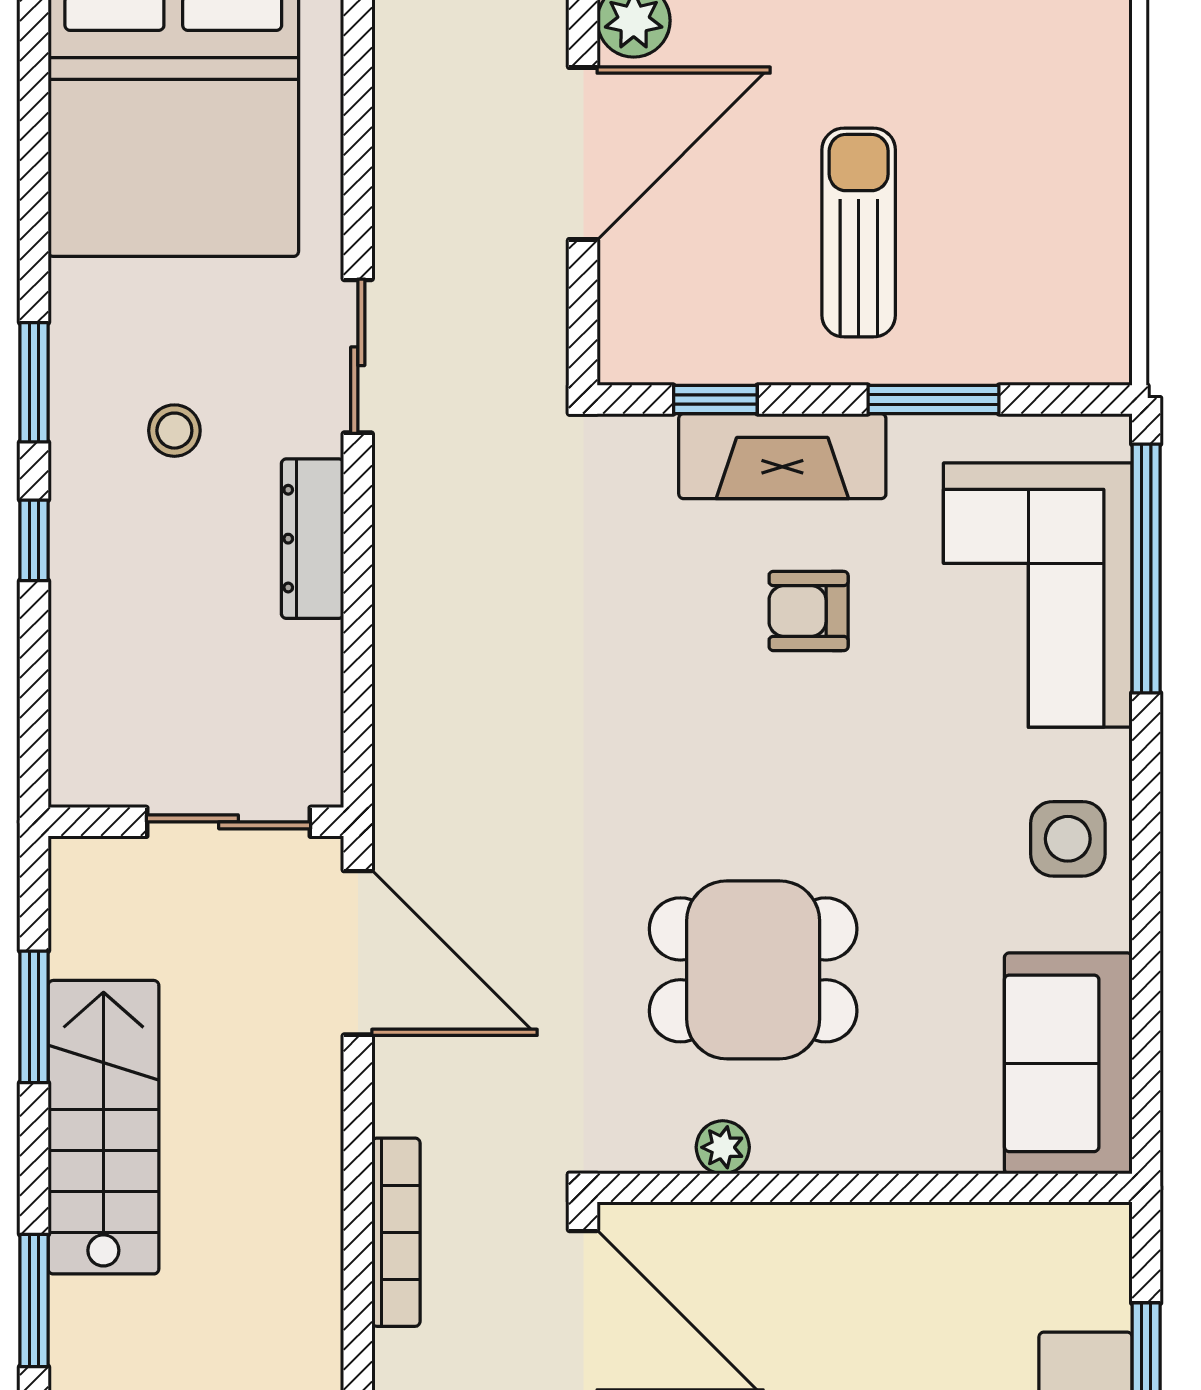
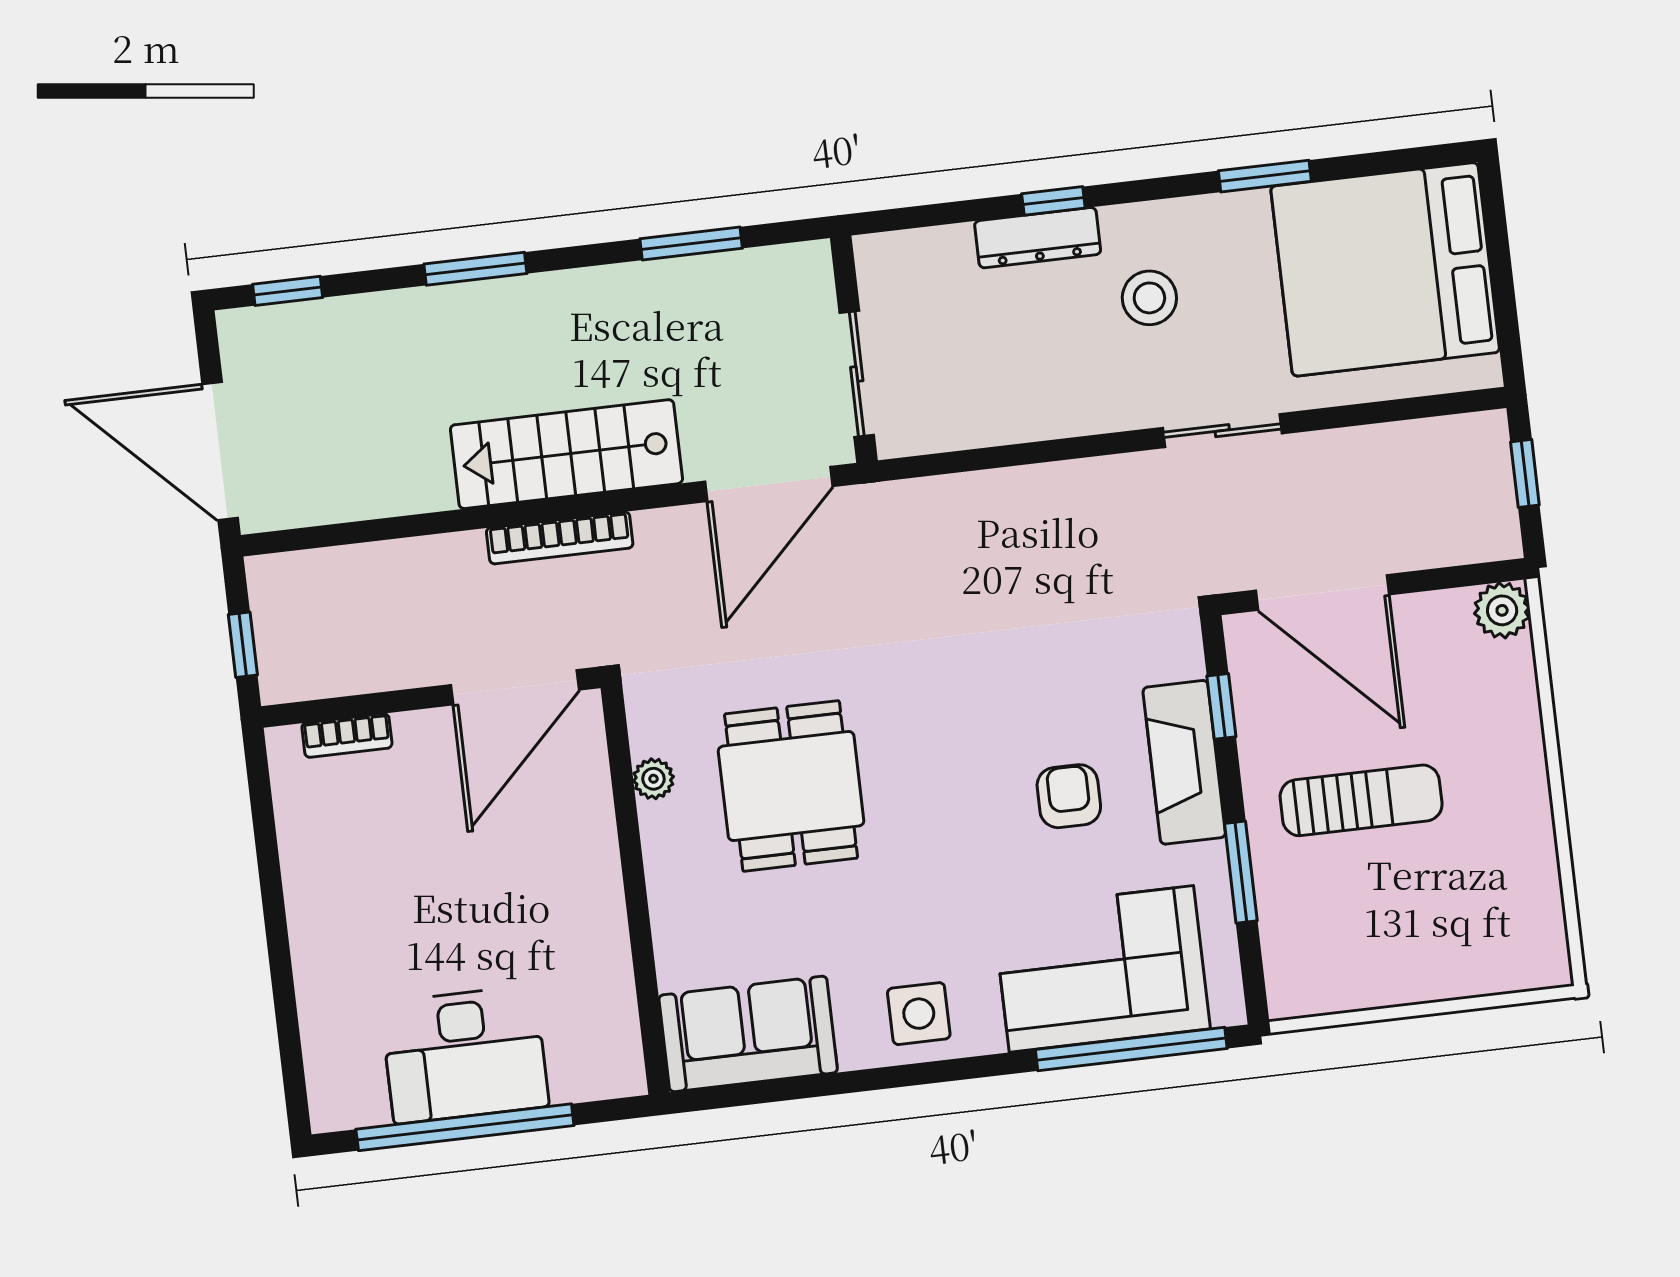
door: (583, 153) -> (1322, 592), moved
window: (34, 382) -> (1265, 176), moved
stool: (174, 431) -> (1149, 298), width x1.37, depth x1.37
dresser: (312, 539) -> (1038, 238), moved, turned 180
stairs: (103, 1127) -> (566, 454), moved, turned 180

